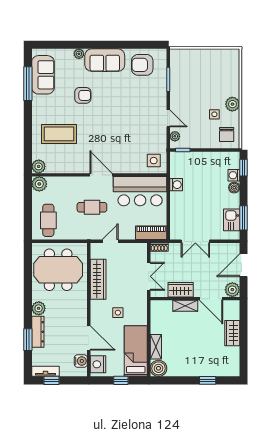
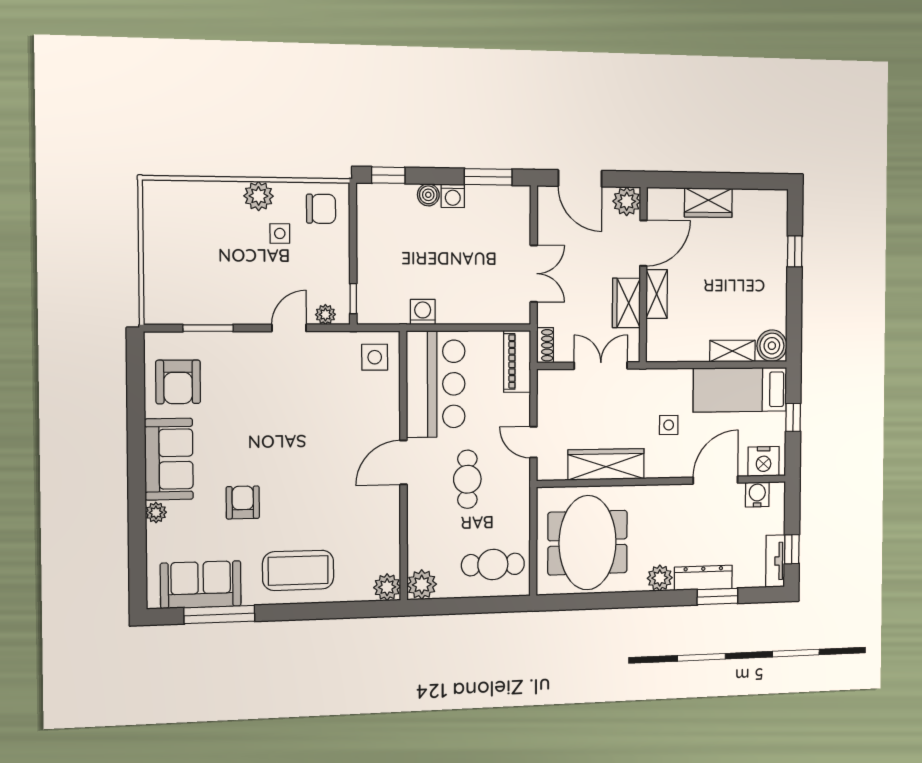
coffee table: (59, 134) -> (298, 570), moved, turned 90
washing machine: (234, 175) -> (453, 196), moved
kitchen sink: (232, 220) -> (492, 201), removed

